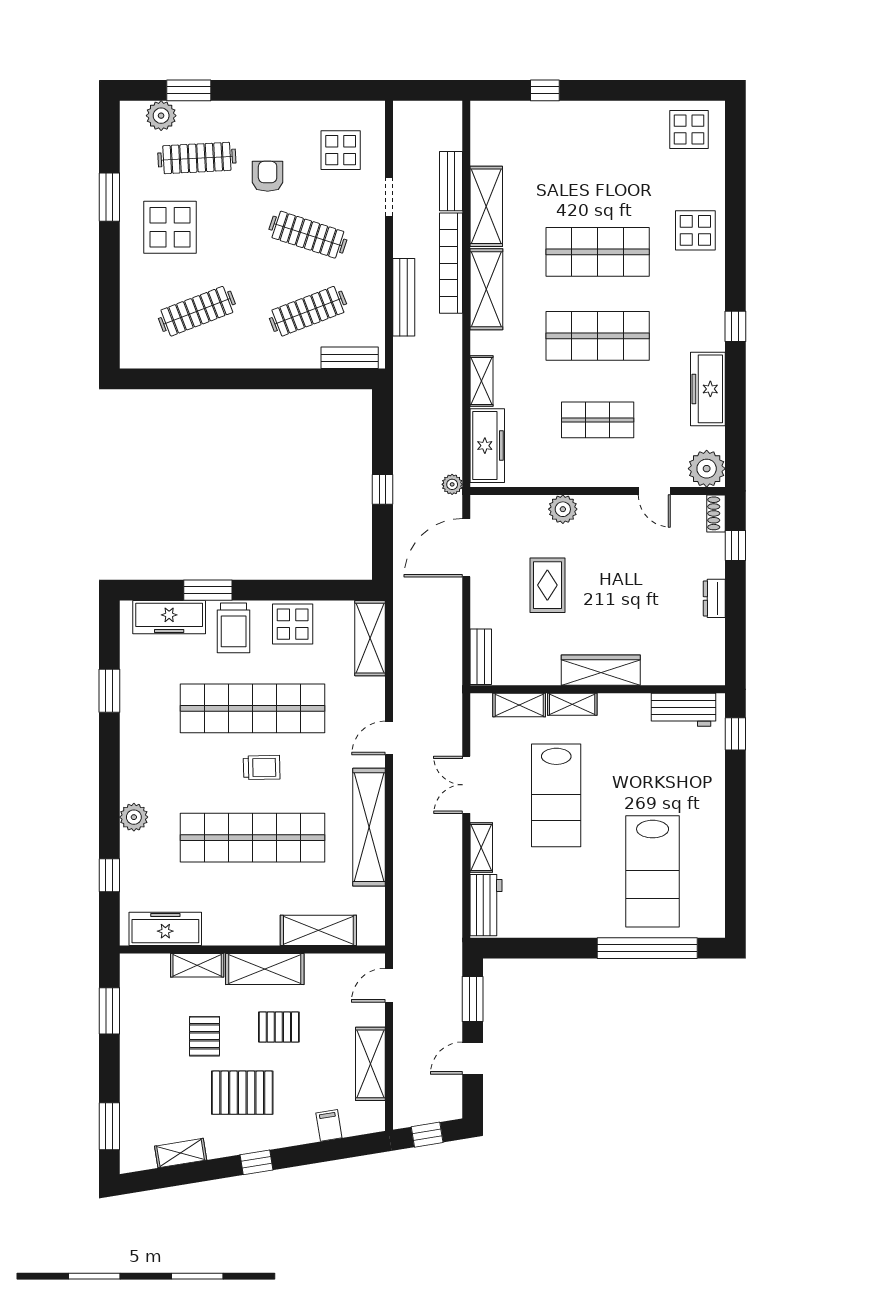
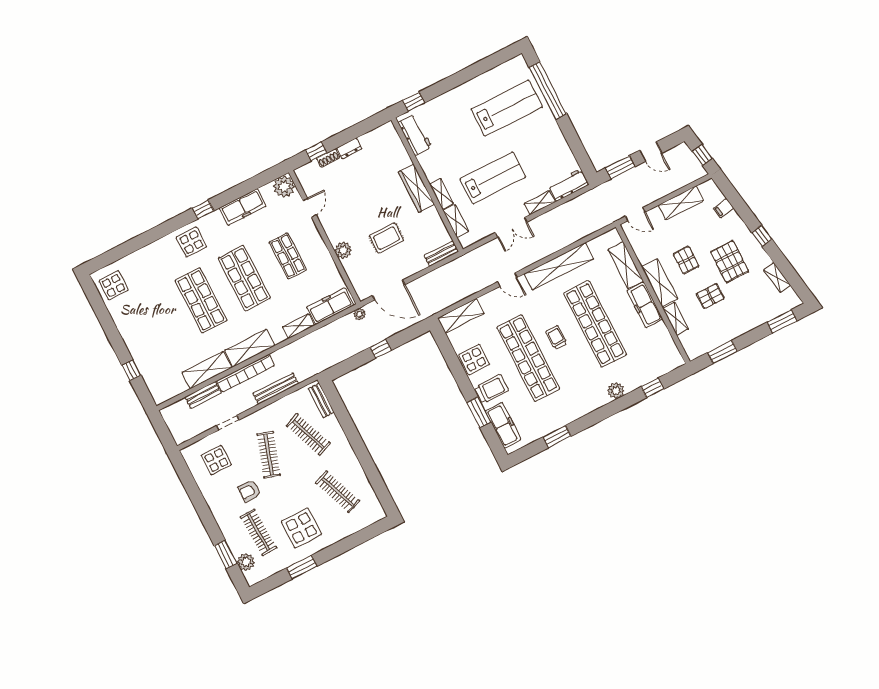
display table: (695, 230) -> (191, 242), moved
shoe rack: (716, 513) -> (328, 158), moved
freezer: (165, 929) -> (645, 305), moved

